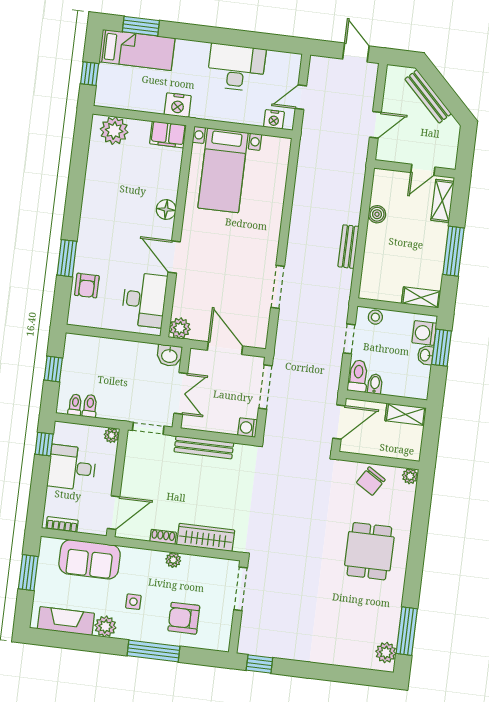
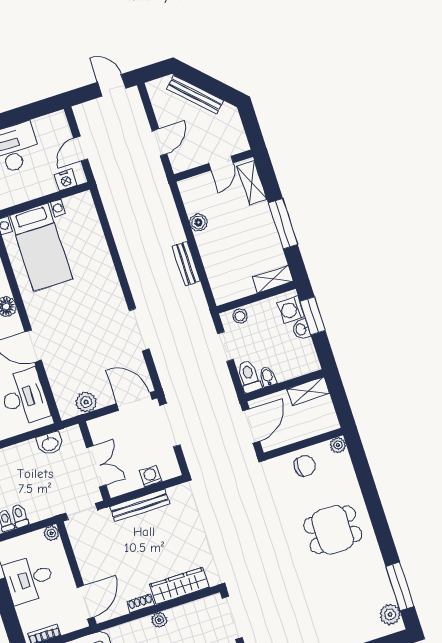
plant: (180, 328) -> (86, 402), moved
door: (225, 348) -> (134, 402), moved
washbasin: (169, 355) -> (50, 444), moved
washing machine: (247, 428) -> (150, 476), moved, turned 90
chair: (371, 481) -> (305, 466), turned -122
dining table: (369, 551) -> (333, 530), turned 90

